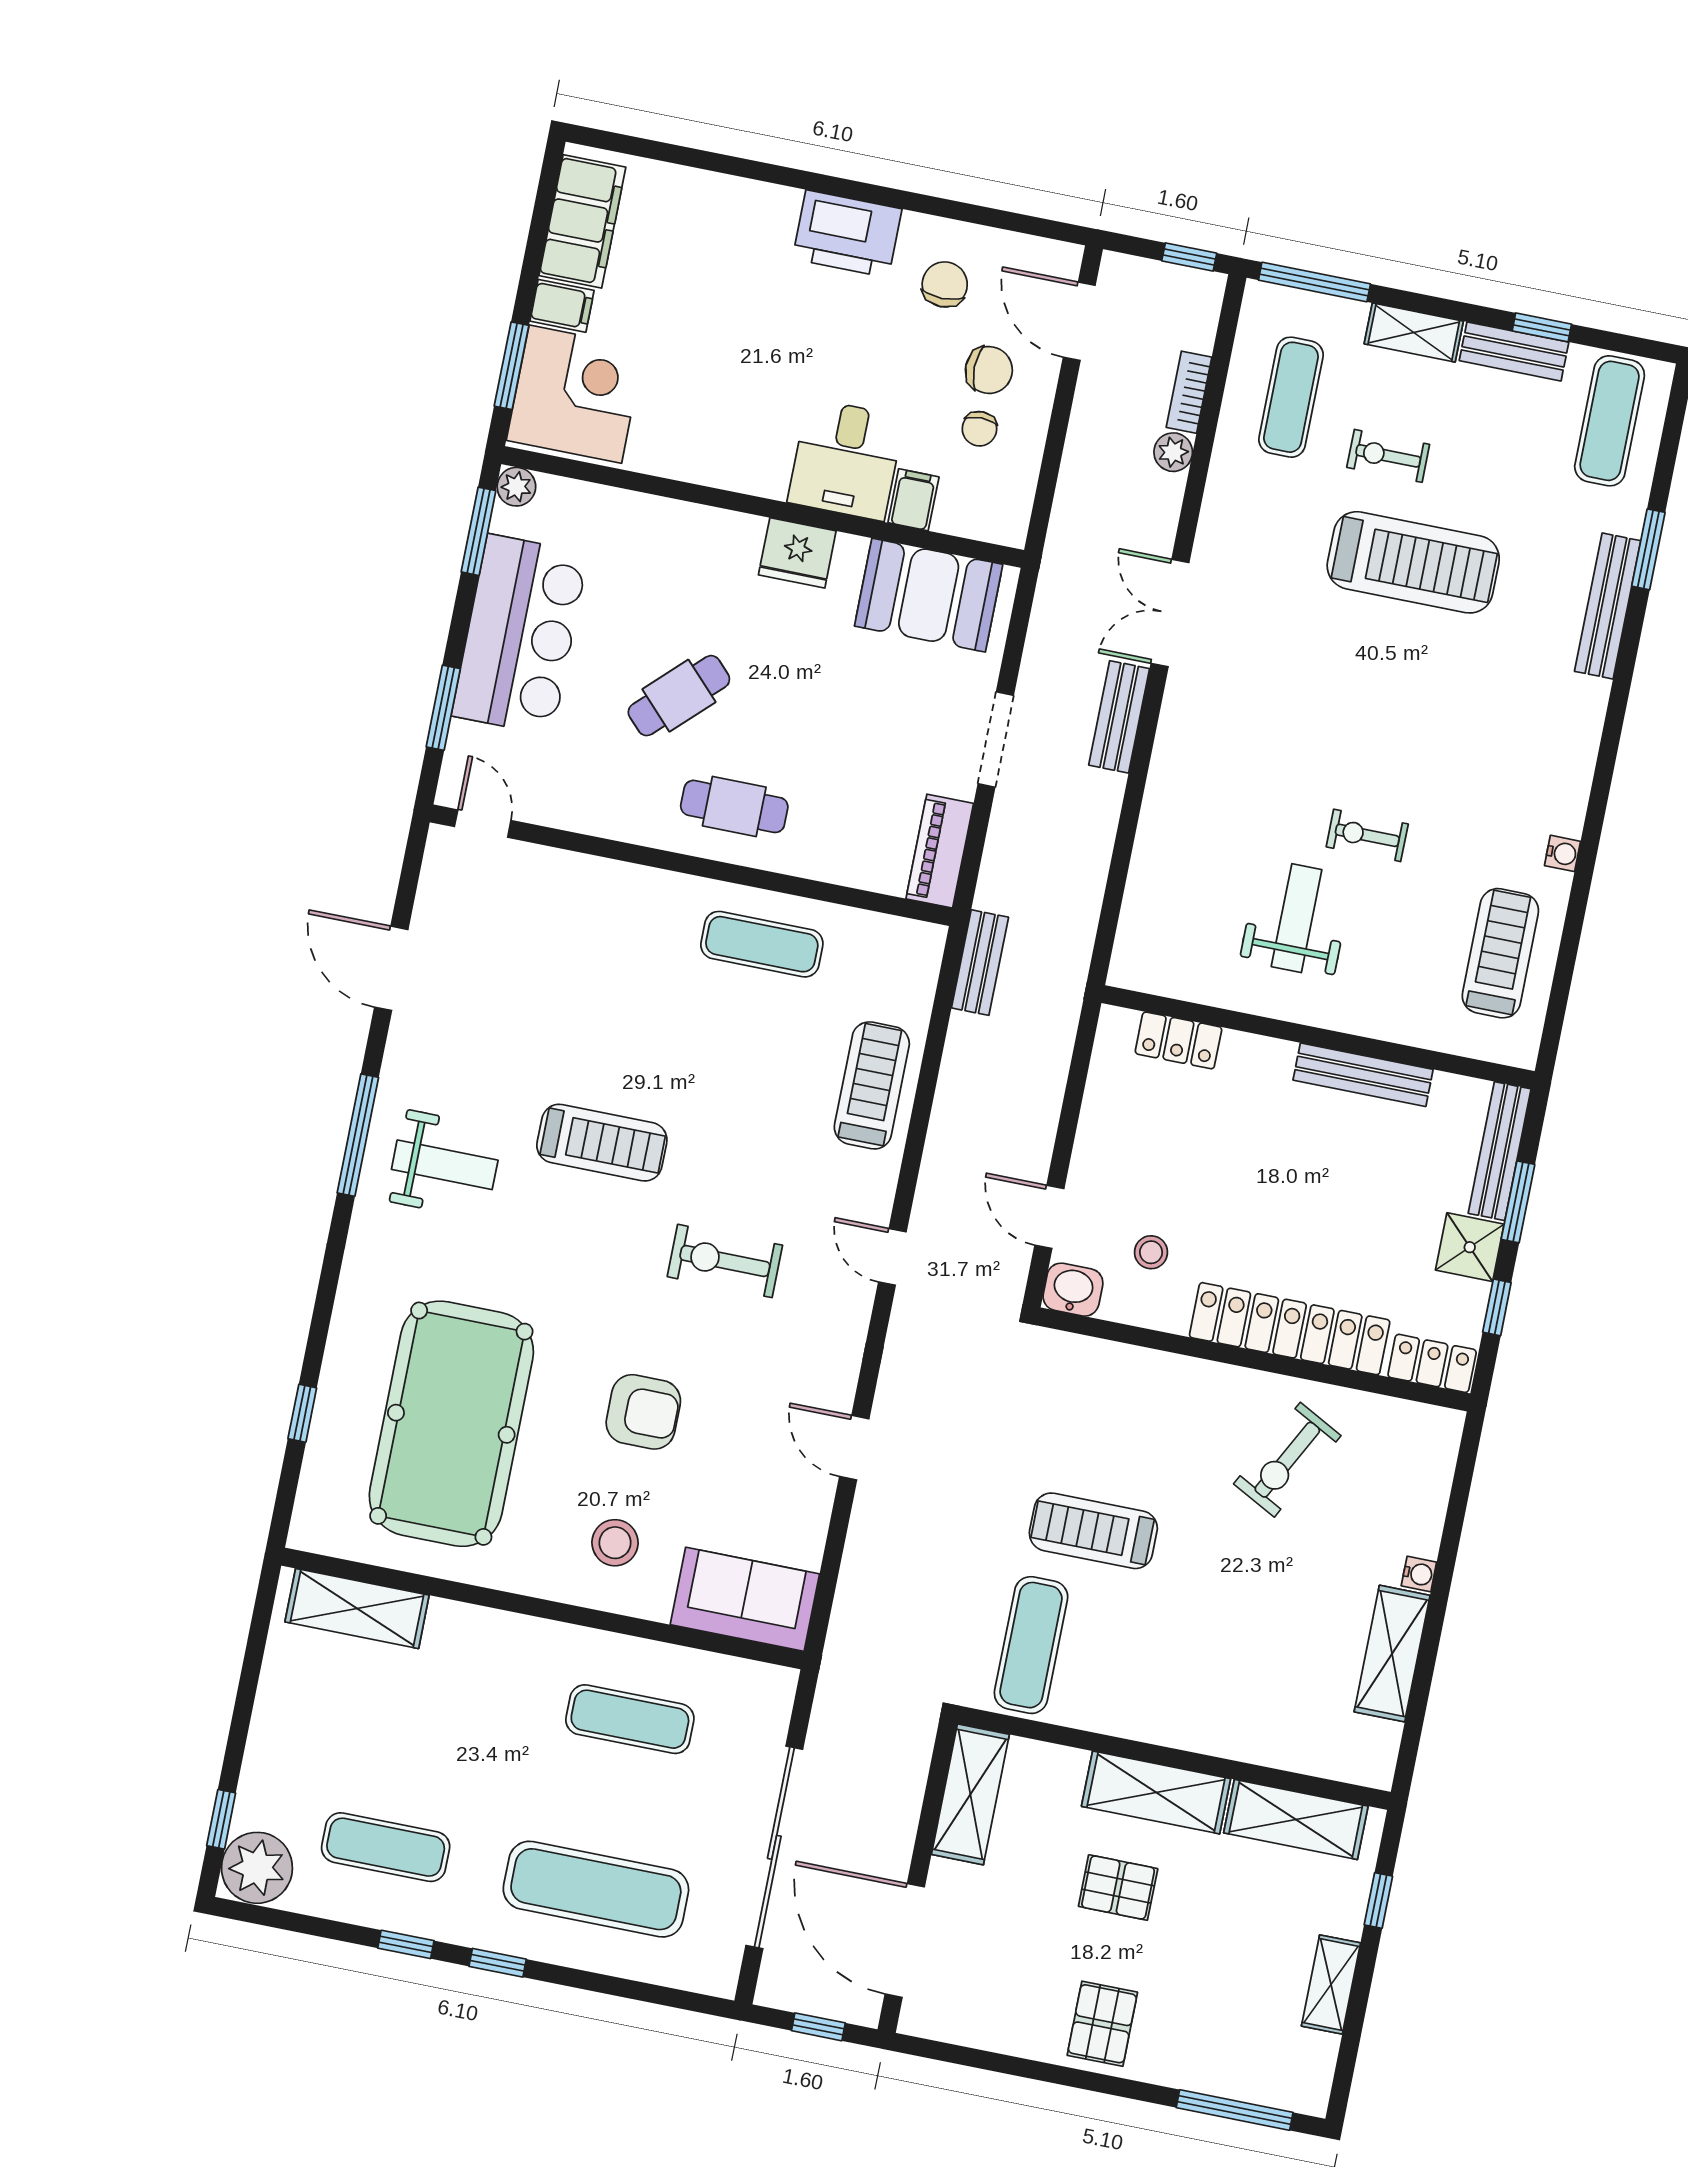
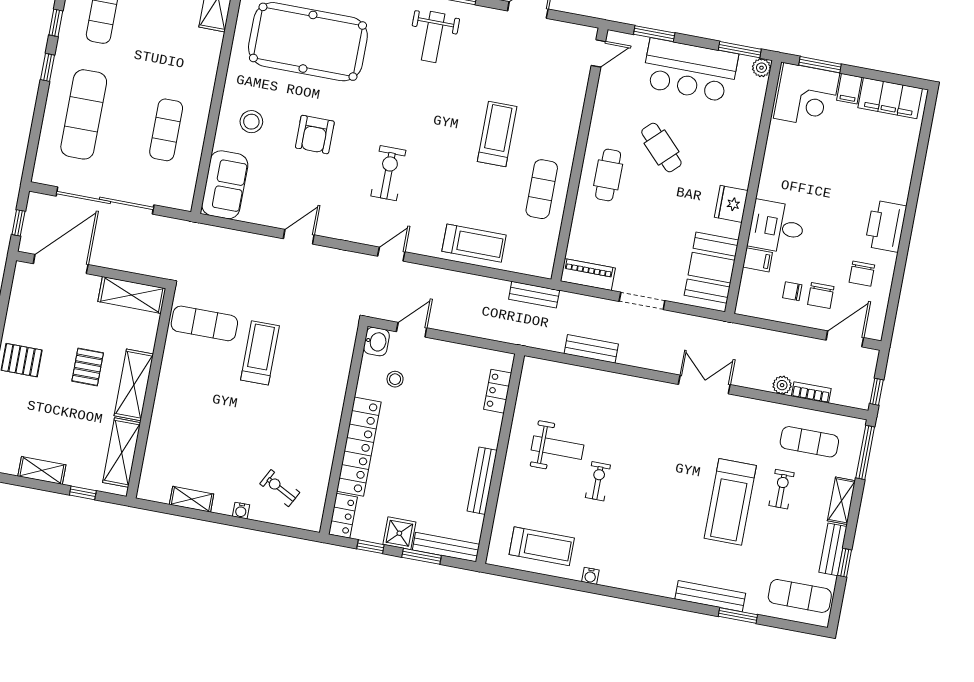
chair: (945, 284) -> (862, 274), turned 90
bench: (1119, 717) -> (591, 349), moved
treadmill: (602, 1143) -> (497, 134), moved, turned 180
exercise bike: (1287, 1460) -> (280, 488), moved, width x0.73, depth x0.72
shelving: (1392, 1654) -> (192, 499), width x0.67, depth x0.75

